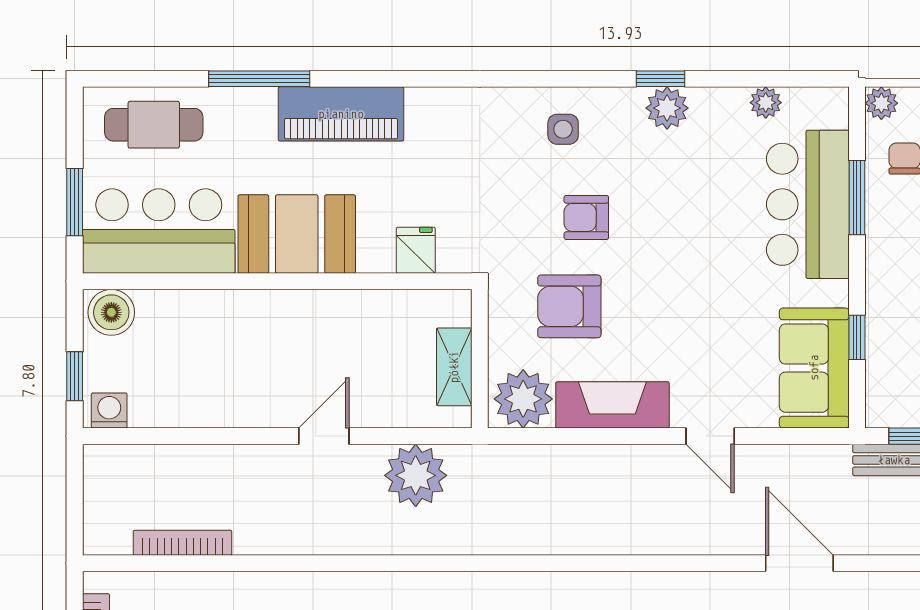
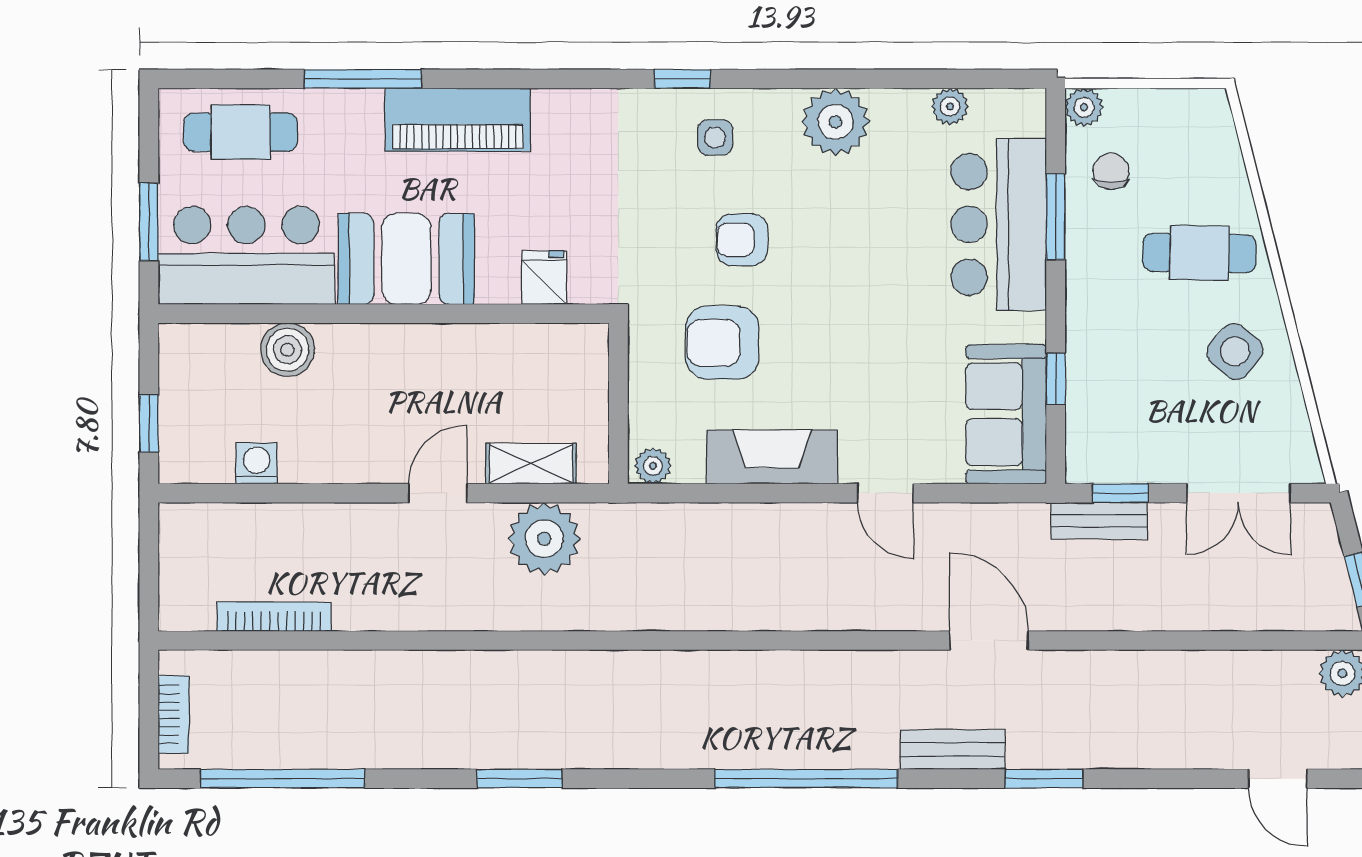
window: (661, 79) -> (682, 79), moved
plant: (667, 108) -> (836, 122), width x1.36, depth x1.36
boiler: (111, 312) -> (288, 350), moved
shelving: (454, 367) -> (531, 464), moved, turned 90
plant: (523, 399) -> (653, 466), width x0.53, depth x0.53
washing machine: (109, 410) -> (257, 463), moved

